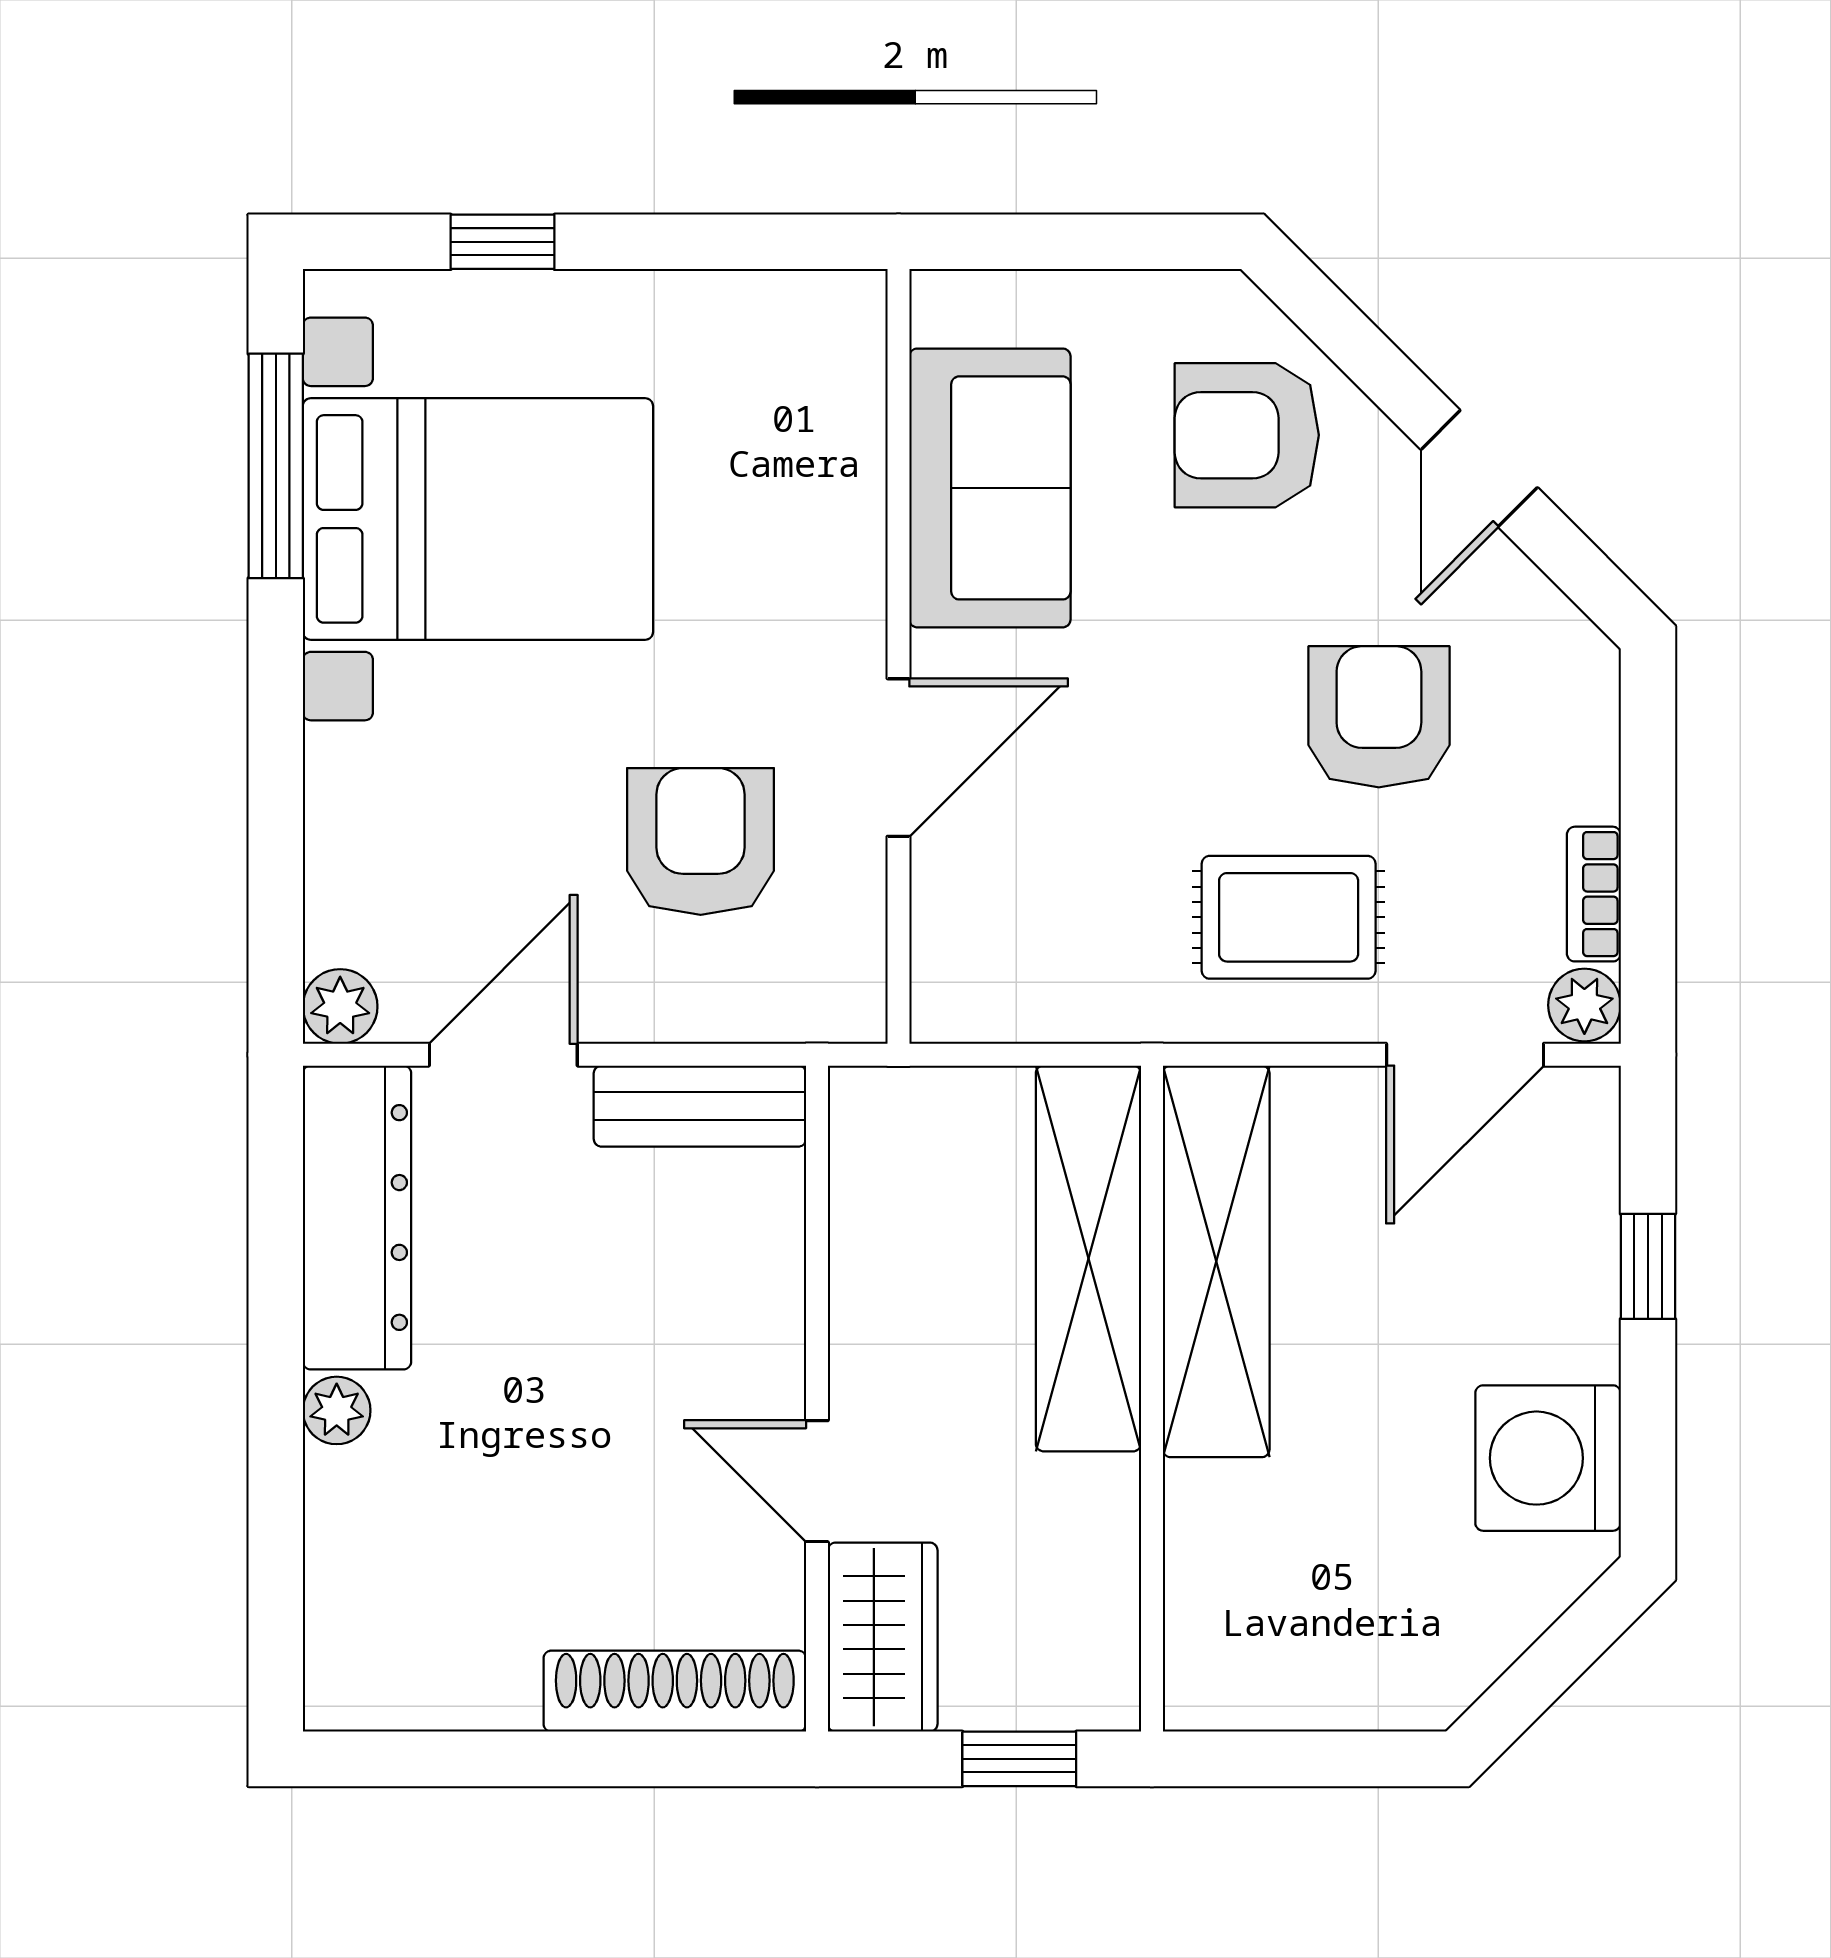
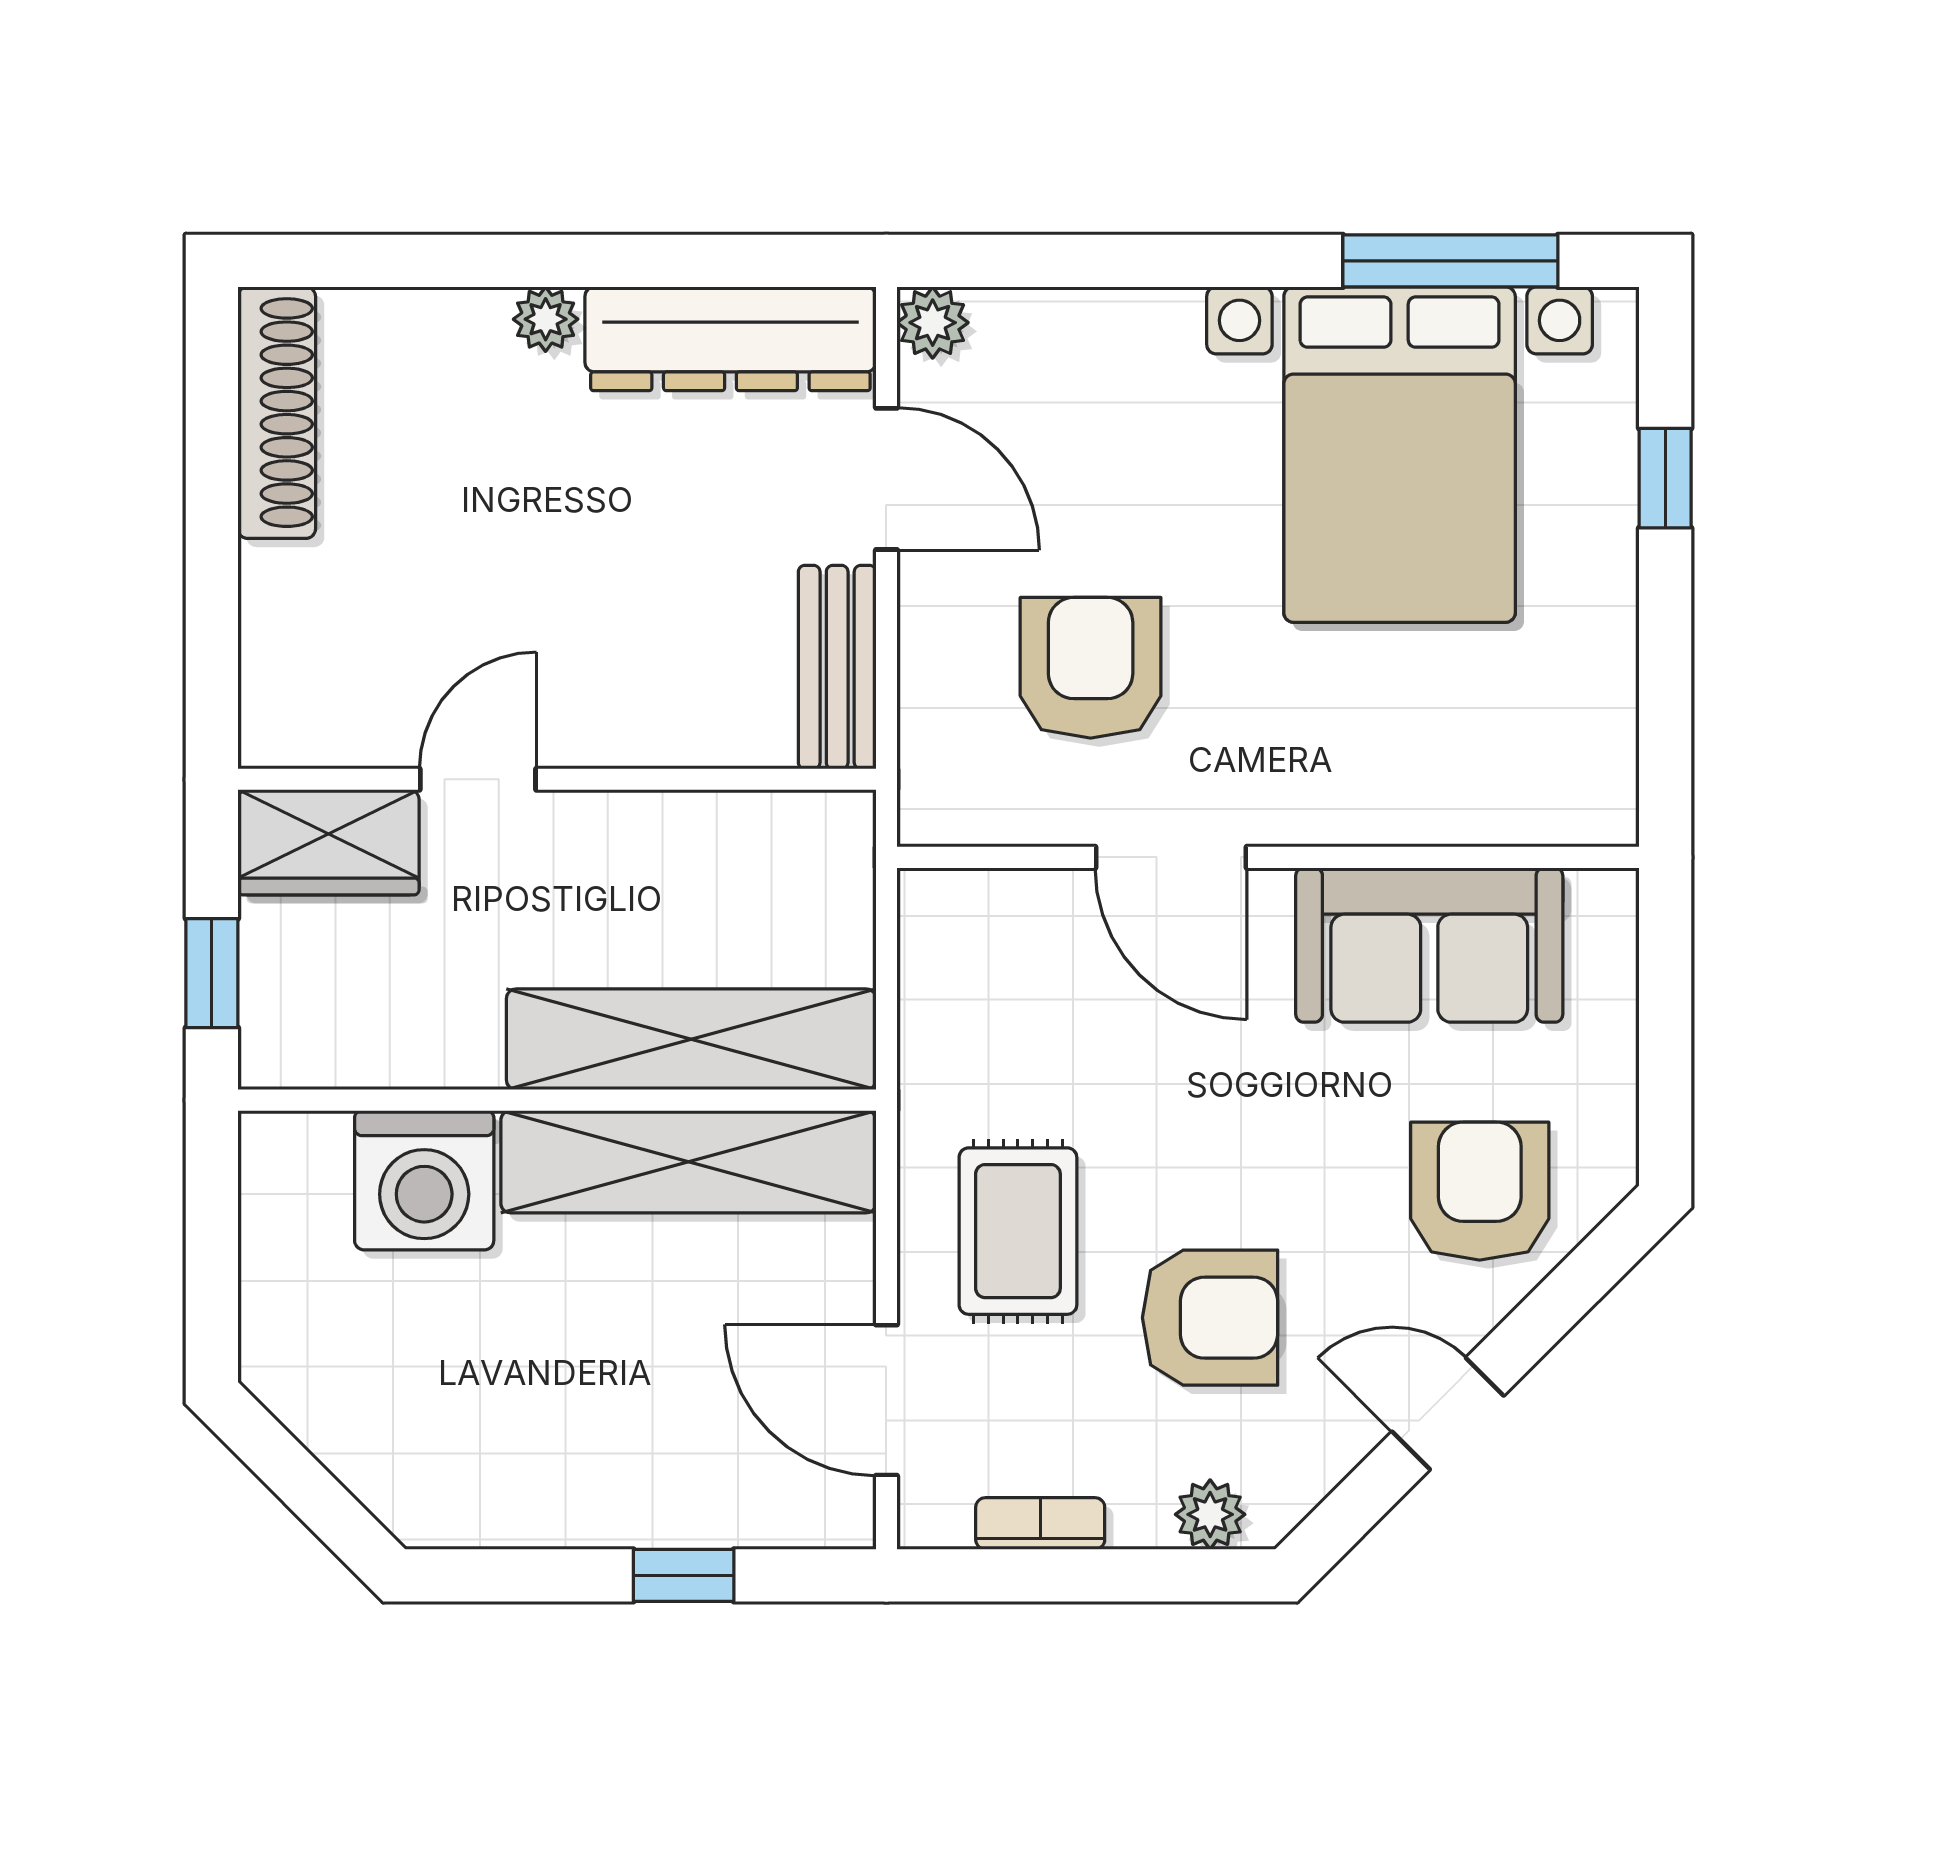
armchair: (701, 841) -> (1091, 668), turned -90
plant: (1584, 1005) -> (1210, 1514), moved
washing machine: (1548, 1458) -> (424, 1180), moved, turned 180
shoe rack: (675, 1691) -> (277, 413), moved

